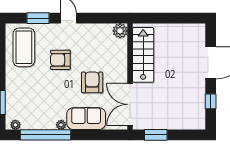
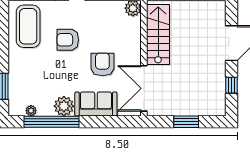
plant: (15, 125) -> (31, 111), moved
plant: (61, 125) -> (64, 106), width x1.87, depth x1.87
window: (156, 135) -> (186, 122), moved

